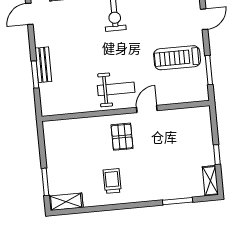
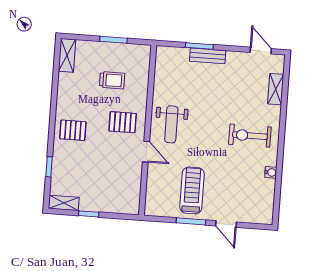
window: (209, 70) -> (191, 221), moved
trolley: (112, 181) -> (112, 80), moved
window: (45, 182) -> (113, 40), moved
pallet: (138, 184) -> (73, 130), added
window: (178, 201) -> (49, 167), width x0.67

